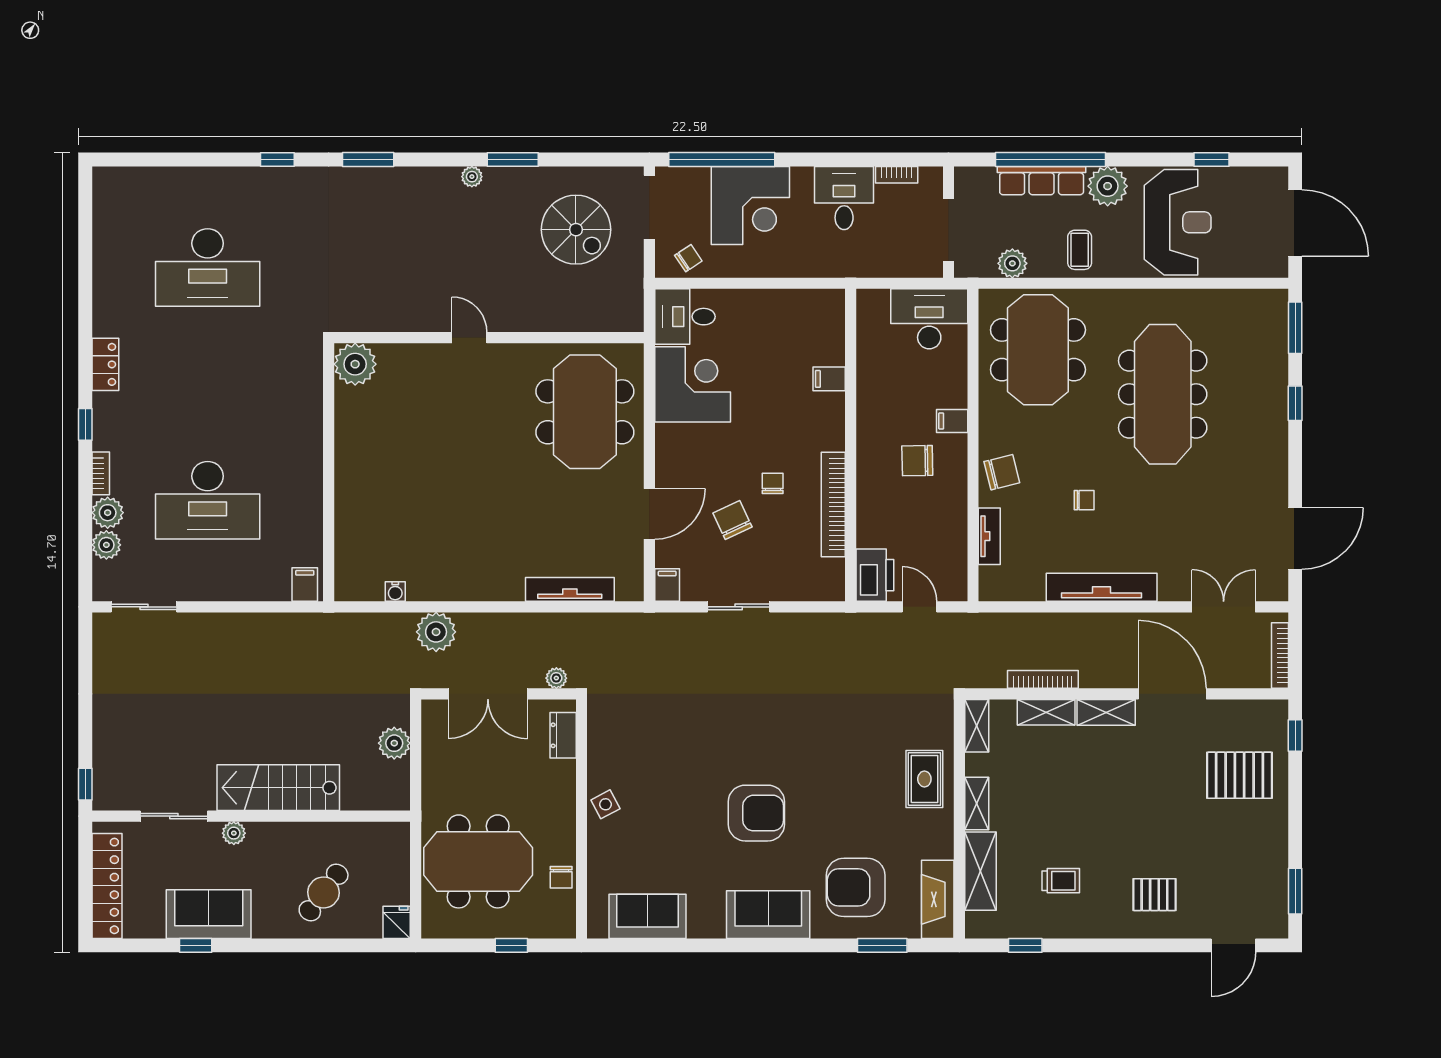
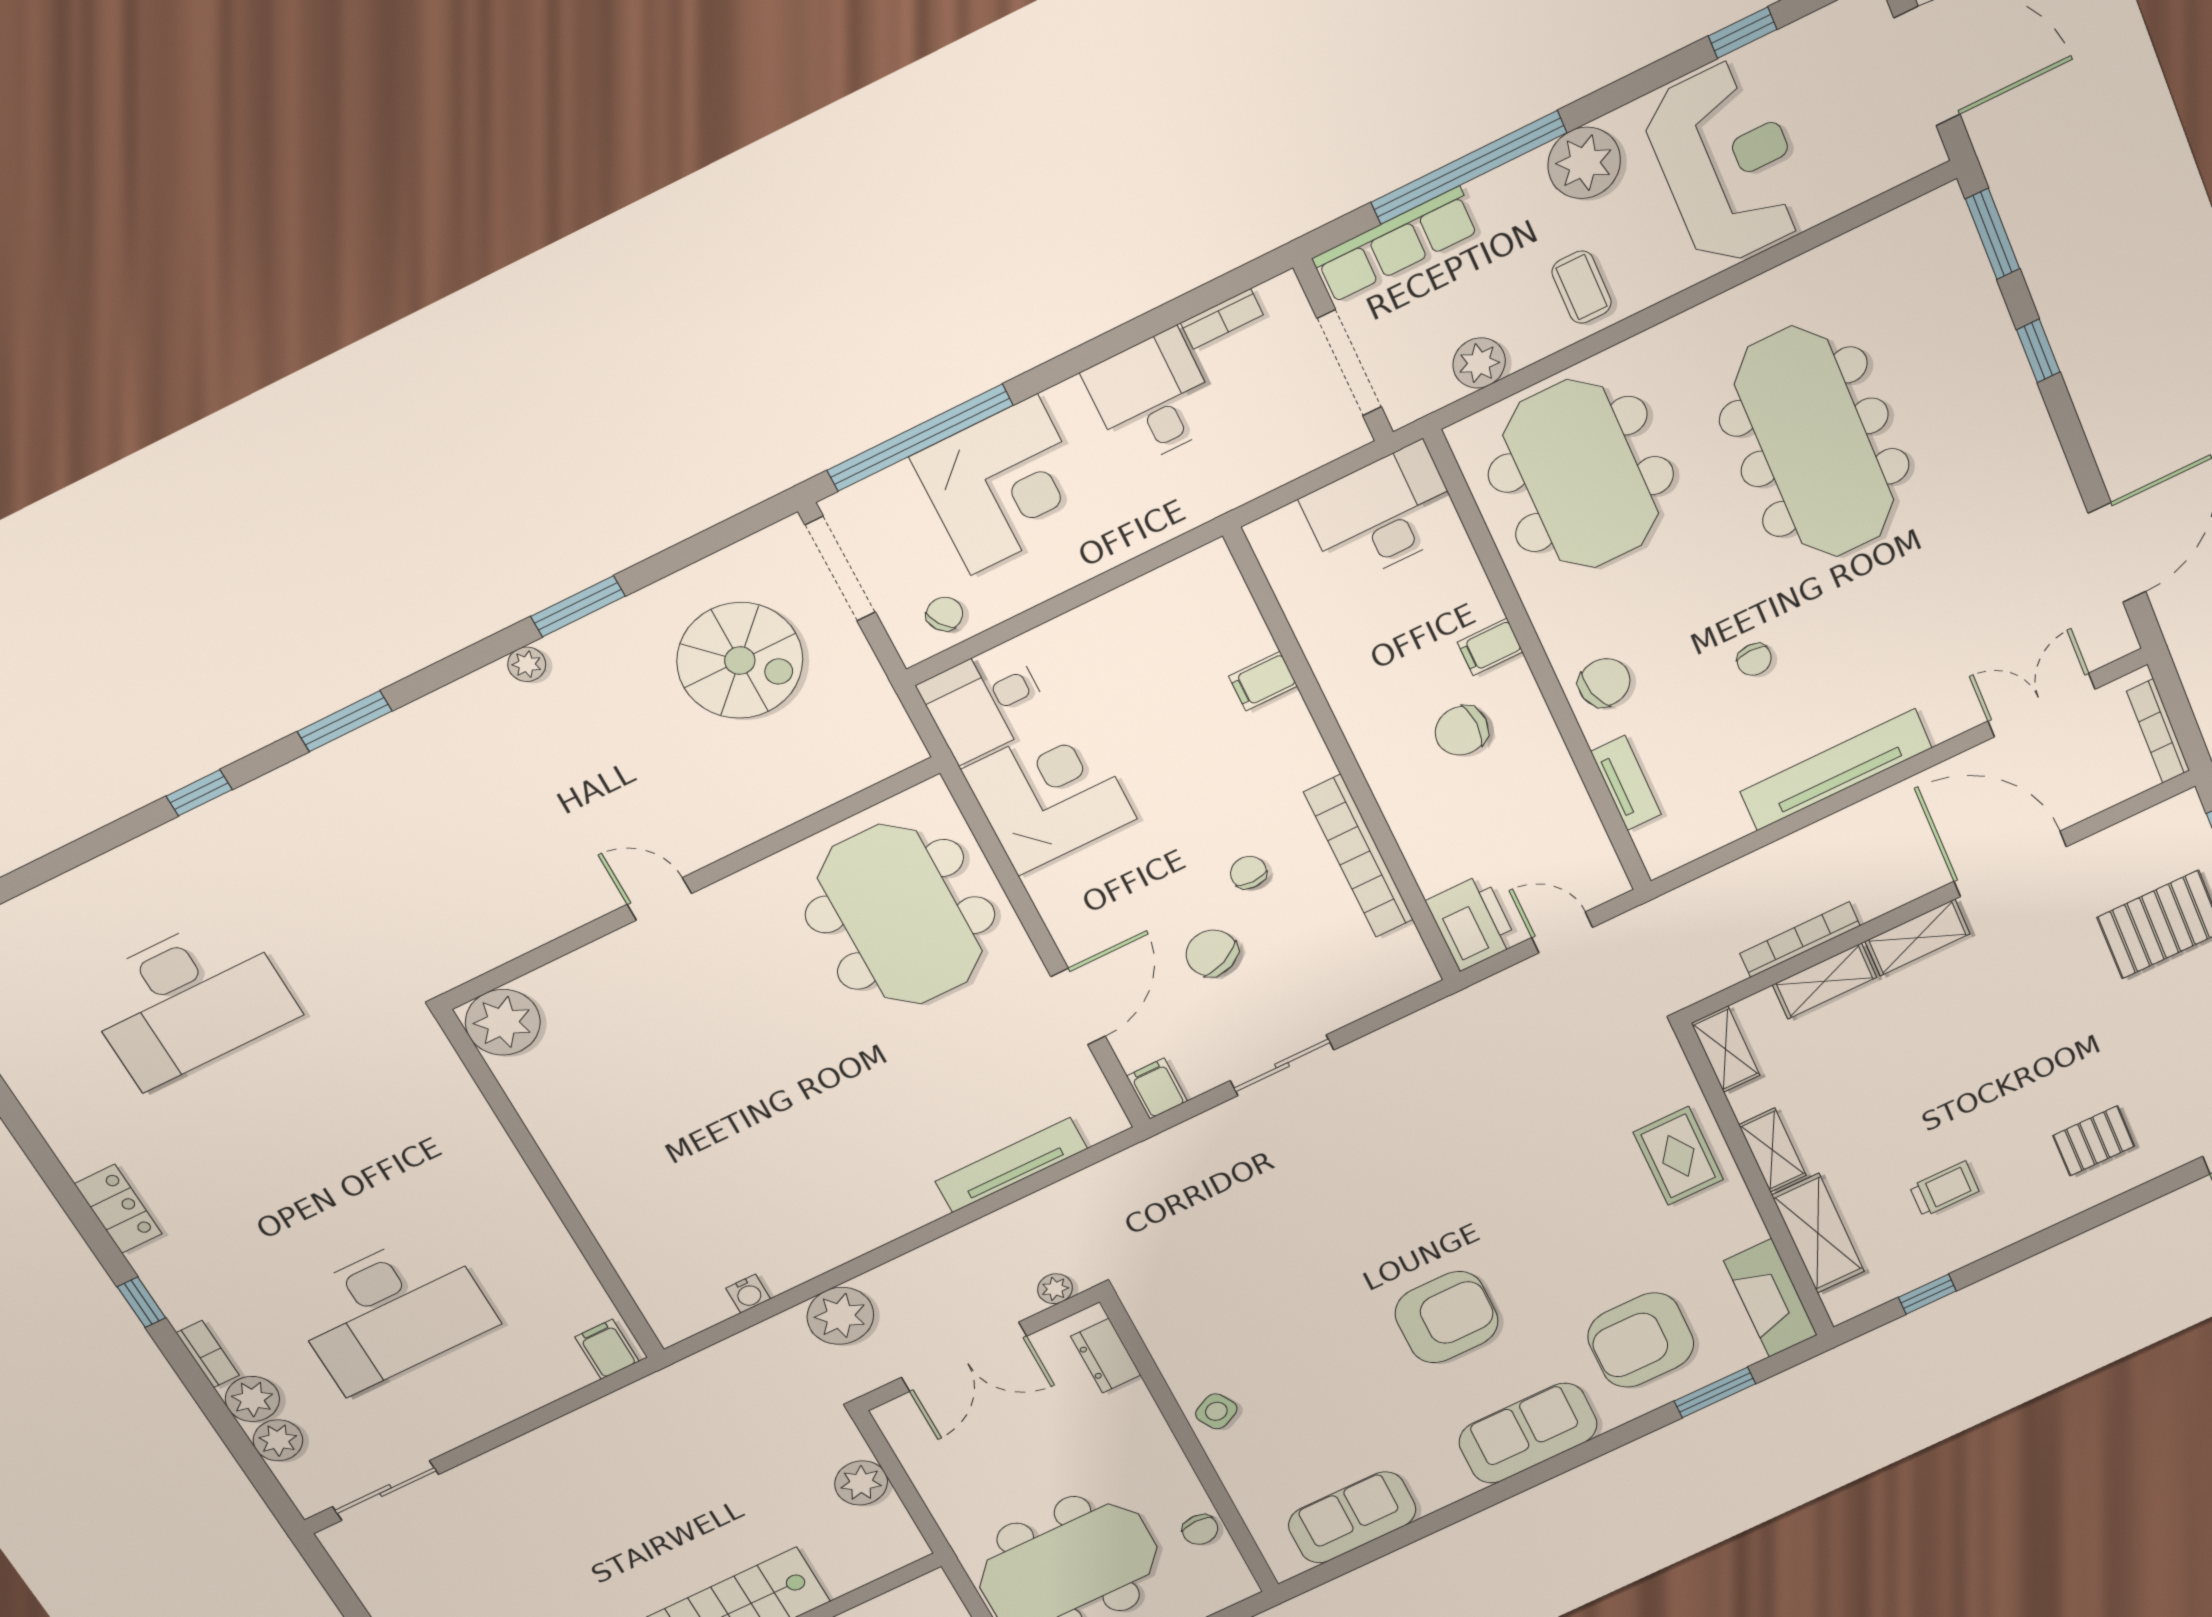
row of seats: (1042, 181) -> (1396, 245), moved
chair: (1084, 500) -> (1754, 660), turned 90

